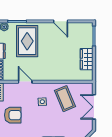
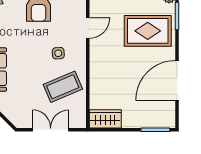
door: (61, 21) -> (177, 80), width x1.87
wardrobe: (87, 59) -> (105, 119), moved

